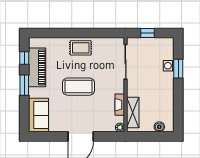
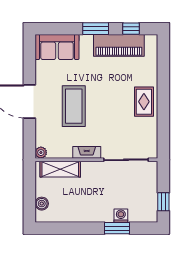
window: (148, 33) -> (163, 202), moved
coffee table: (78, 87) -> (74, 106), moved
fireplace: (120, 105) -> (87, 152), moved

